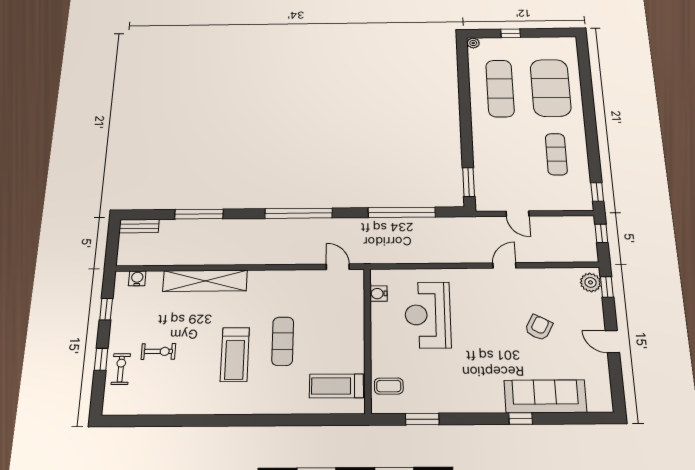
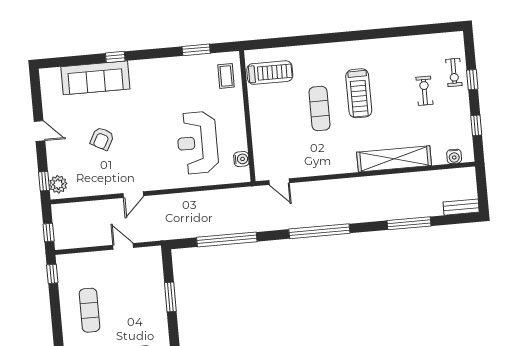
window: (469, 182) -> (170, 297), moved
reception desk: (428, 315) -> (197, 143), turned 180
exercise bike: (158, 351) -> (424, 91), turned 90
treadmill: (235, 354) -> (359, 93), turned 180
coffee table: (389, 386) -> (226, 76), turned 90

